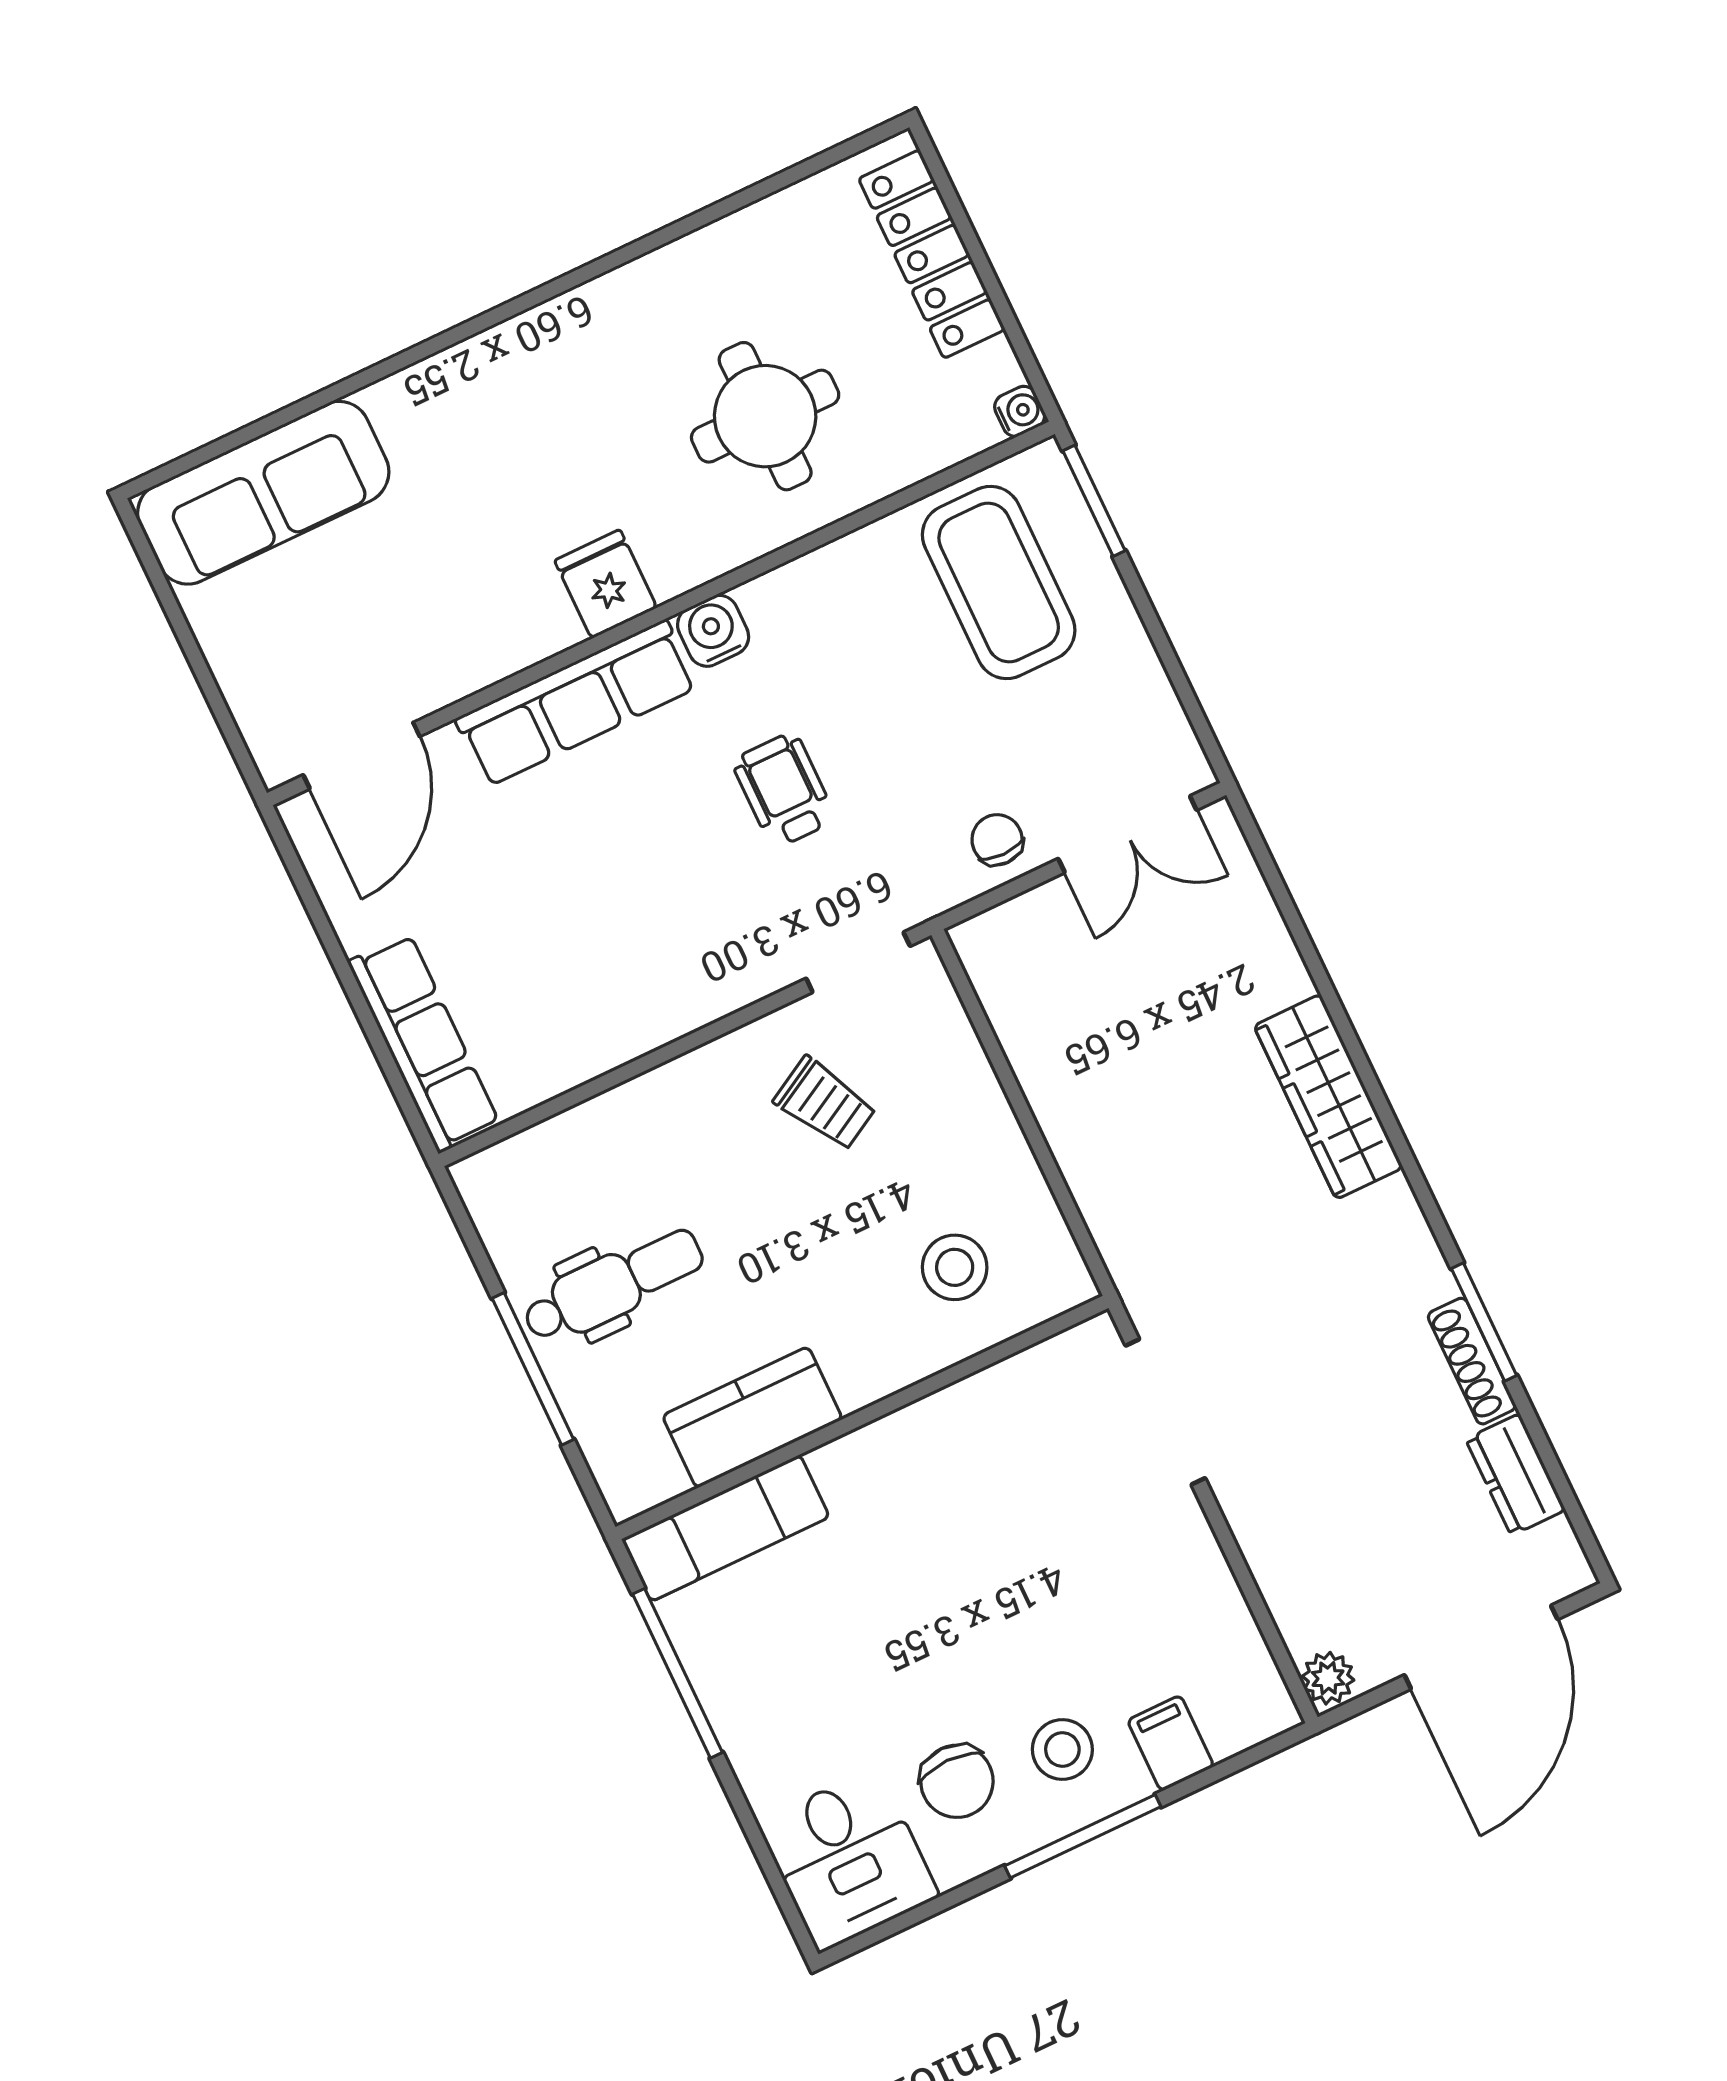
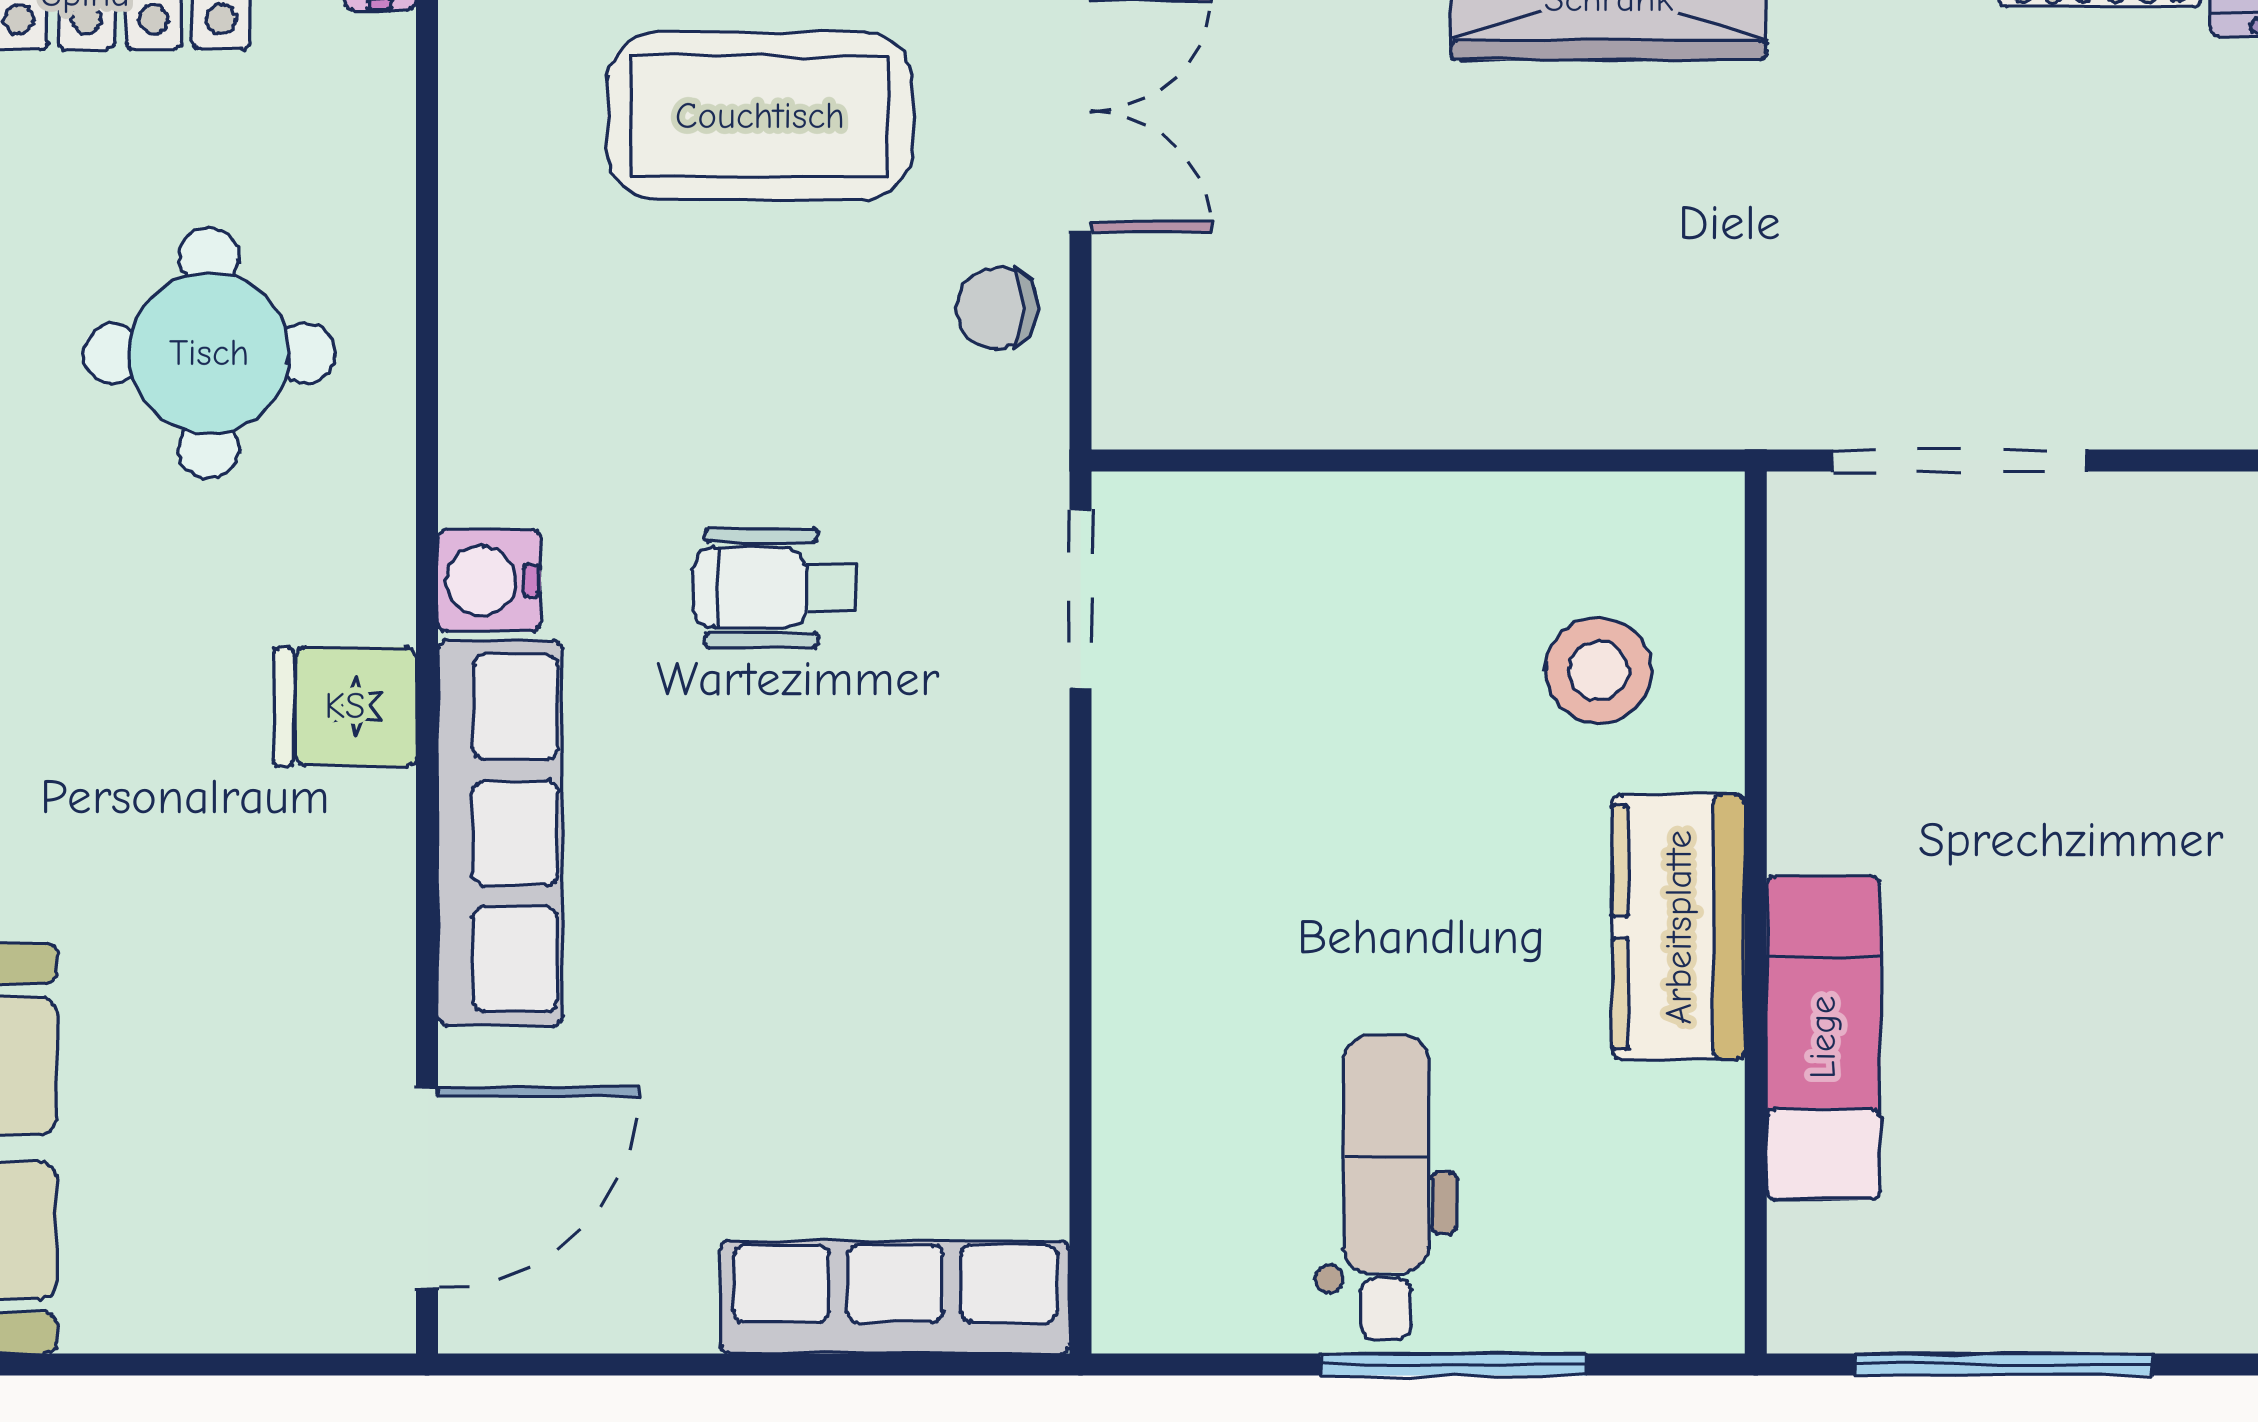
coffee table: (999, 582) -> (760, 116), moved
door: (361, 756) -> (427, 1188), hinge flipped
trolley: (825, 1104) -> (1266, 747), removed
kitchen counter: (752, 1417) -> (1679, 927), moved
exam couch: (726, 1528) -> (1823, 1037), moved

